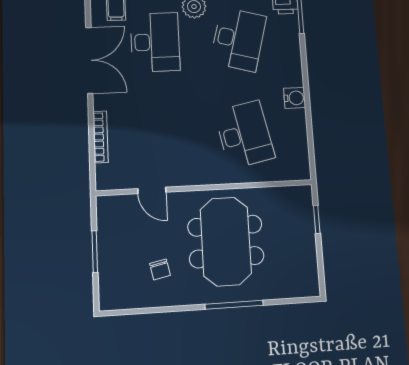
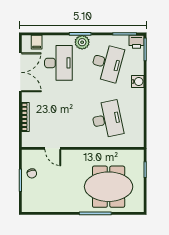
water cooler: (295, 98) -> (138, 81), moved
meeting table: (226, 241) -> (109, 187), moved, turned 90
chair: (160, 269) -> (32, 173), moved

